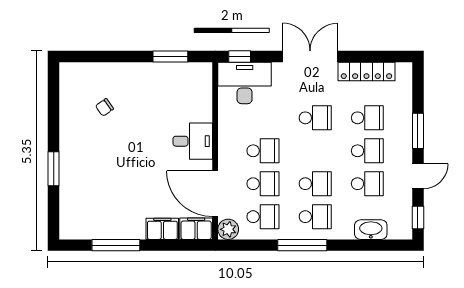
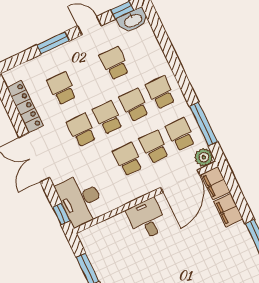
school desk: (367, 151) -> (108, 118), moved
washbasin: (371, 230) -> (133, 20), moved, turned -90
window: (302, 245) -> (204, 124), moved

